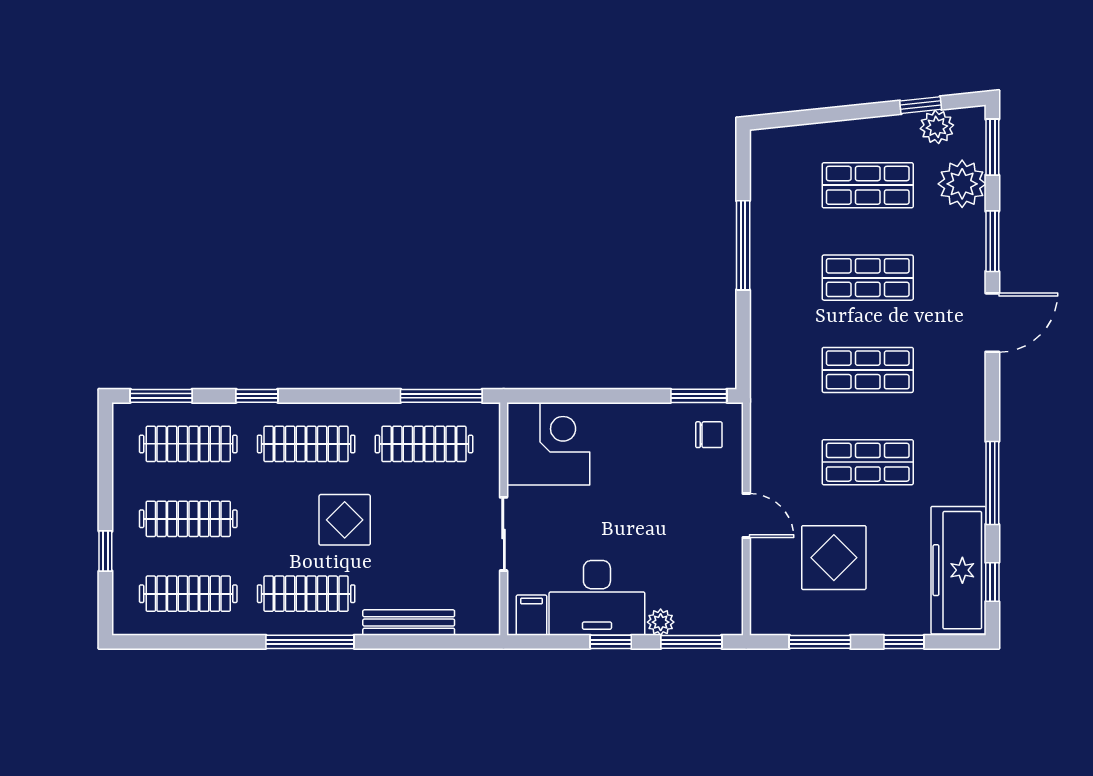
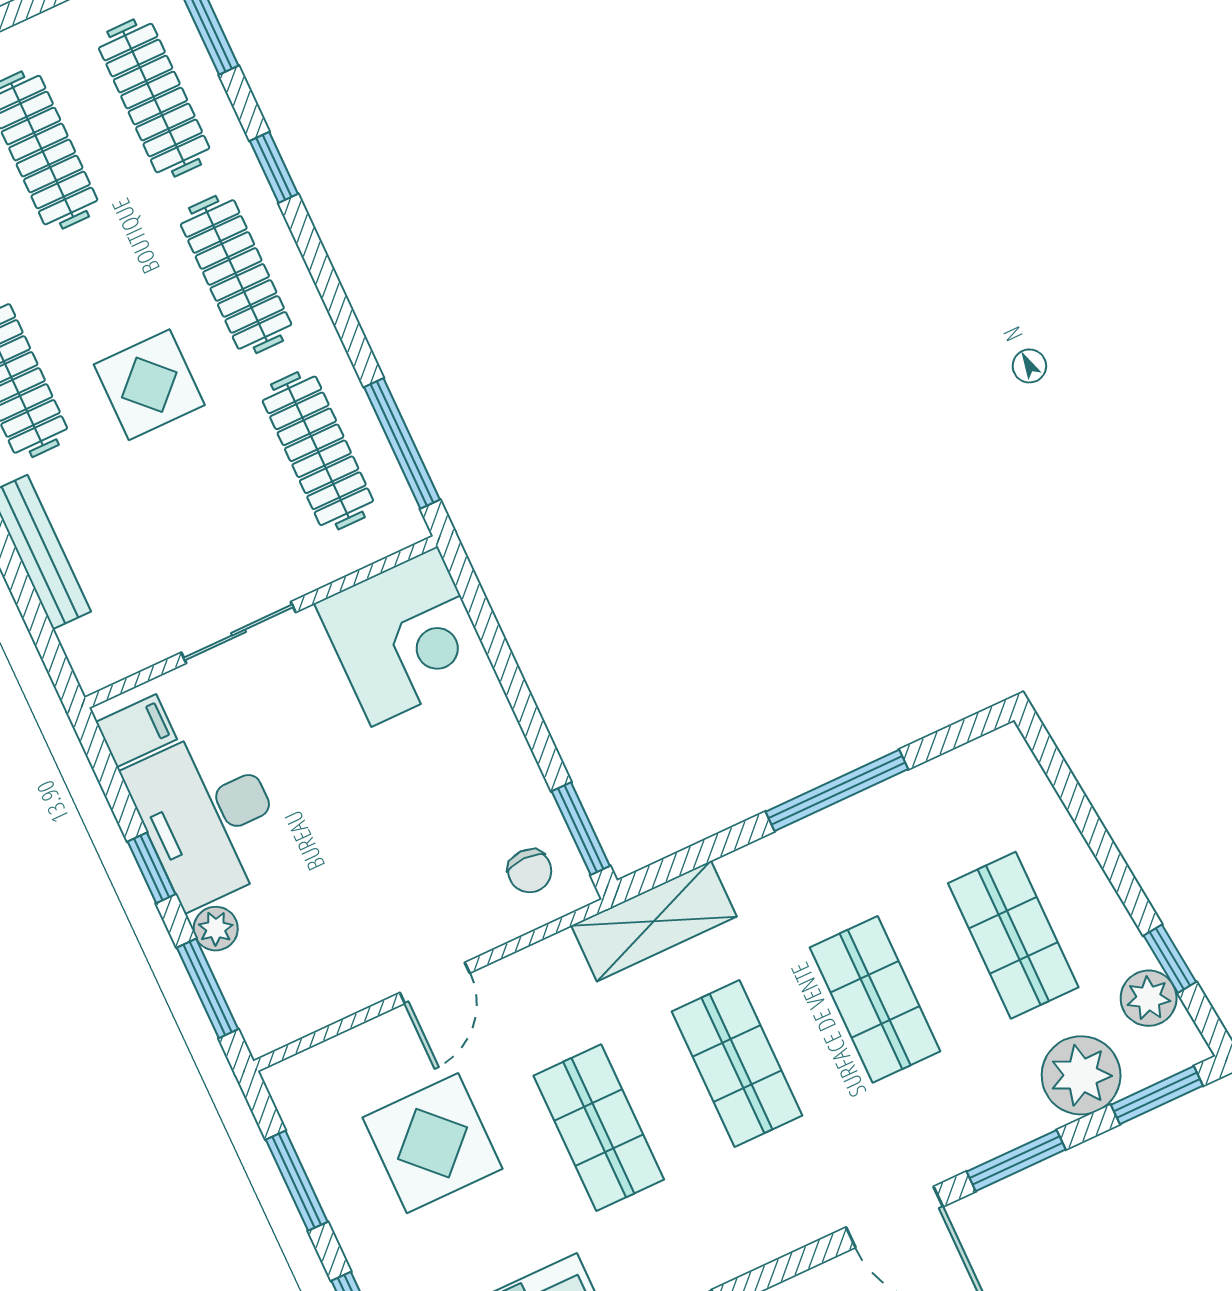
shelving: (768, 379) -> (654, 921), added

